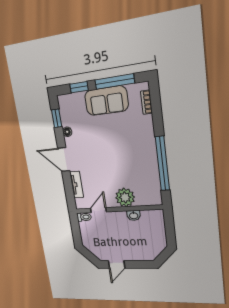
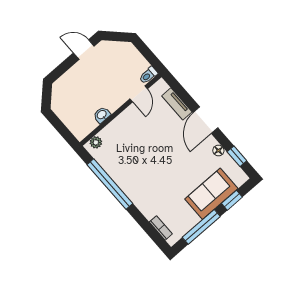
sofa: (106, 101) -> (211, 194), moved
door: (64, 160) -> (205, 120), swing flipped
plant: (125, 197) -> (96, 142), moved, width x0.53, depth x0.53
door: (116, 264) -> (84, 50), hinge flipped

